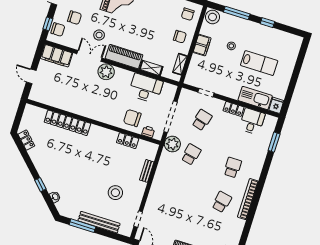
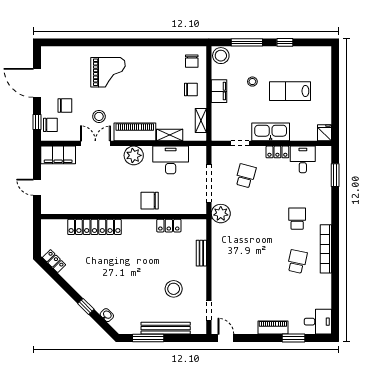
lab bench: (259, 63) -> (290, 91), turned 180
plant: (106, 72) -> (134, 155), moved
kitchen sink: (255, 98) -> (271, 132), moved
chair: (132, 118) -> (150, 201), moved
printer: (148, 132) -> (189, 208), removed
school desk: (191, 154) -> (246, 219), removed

